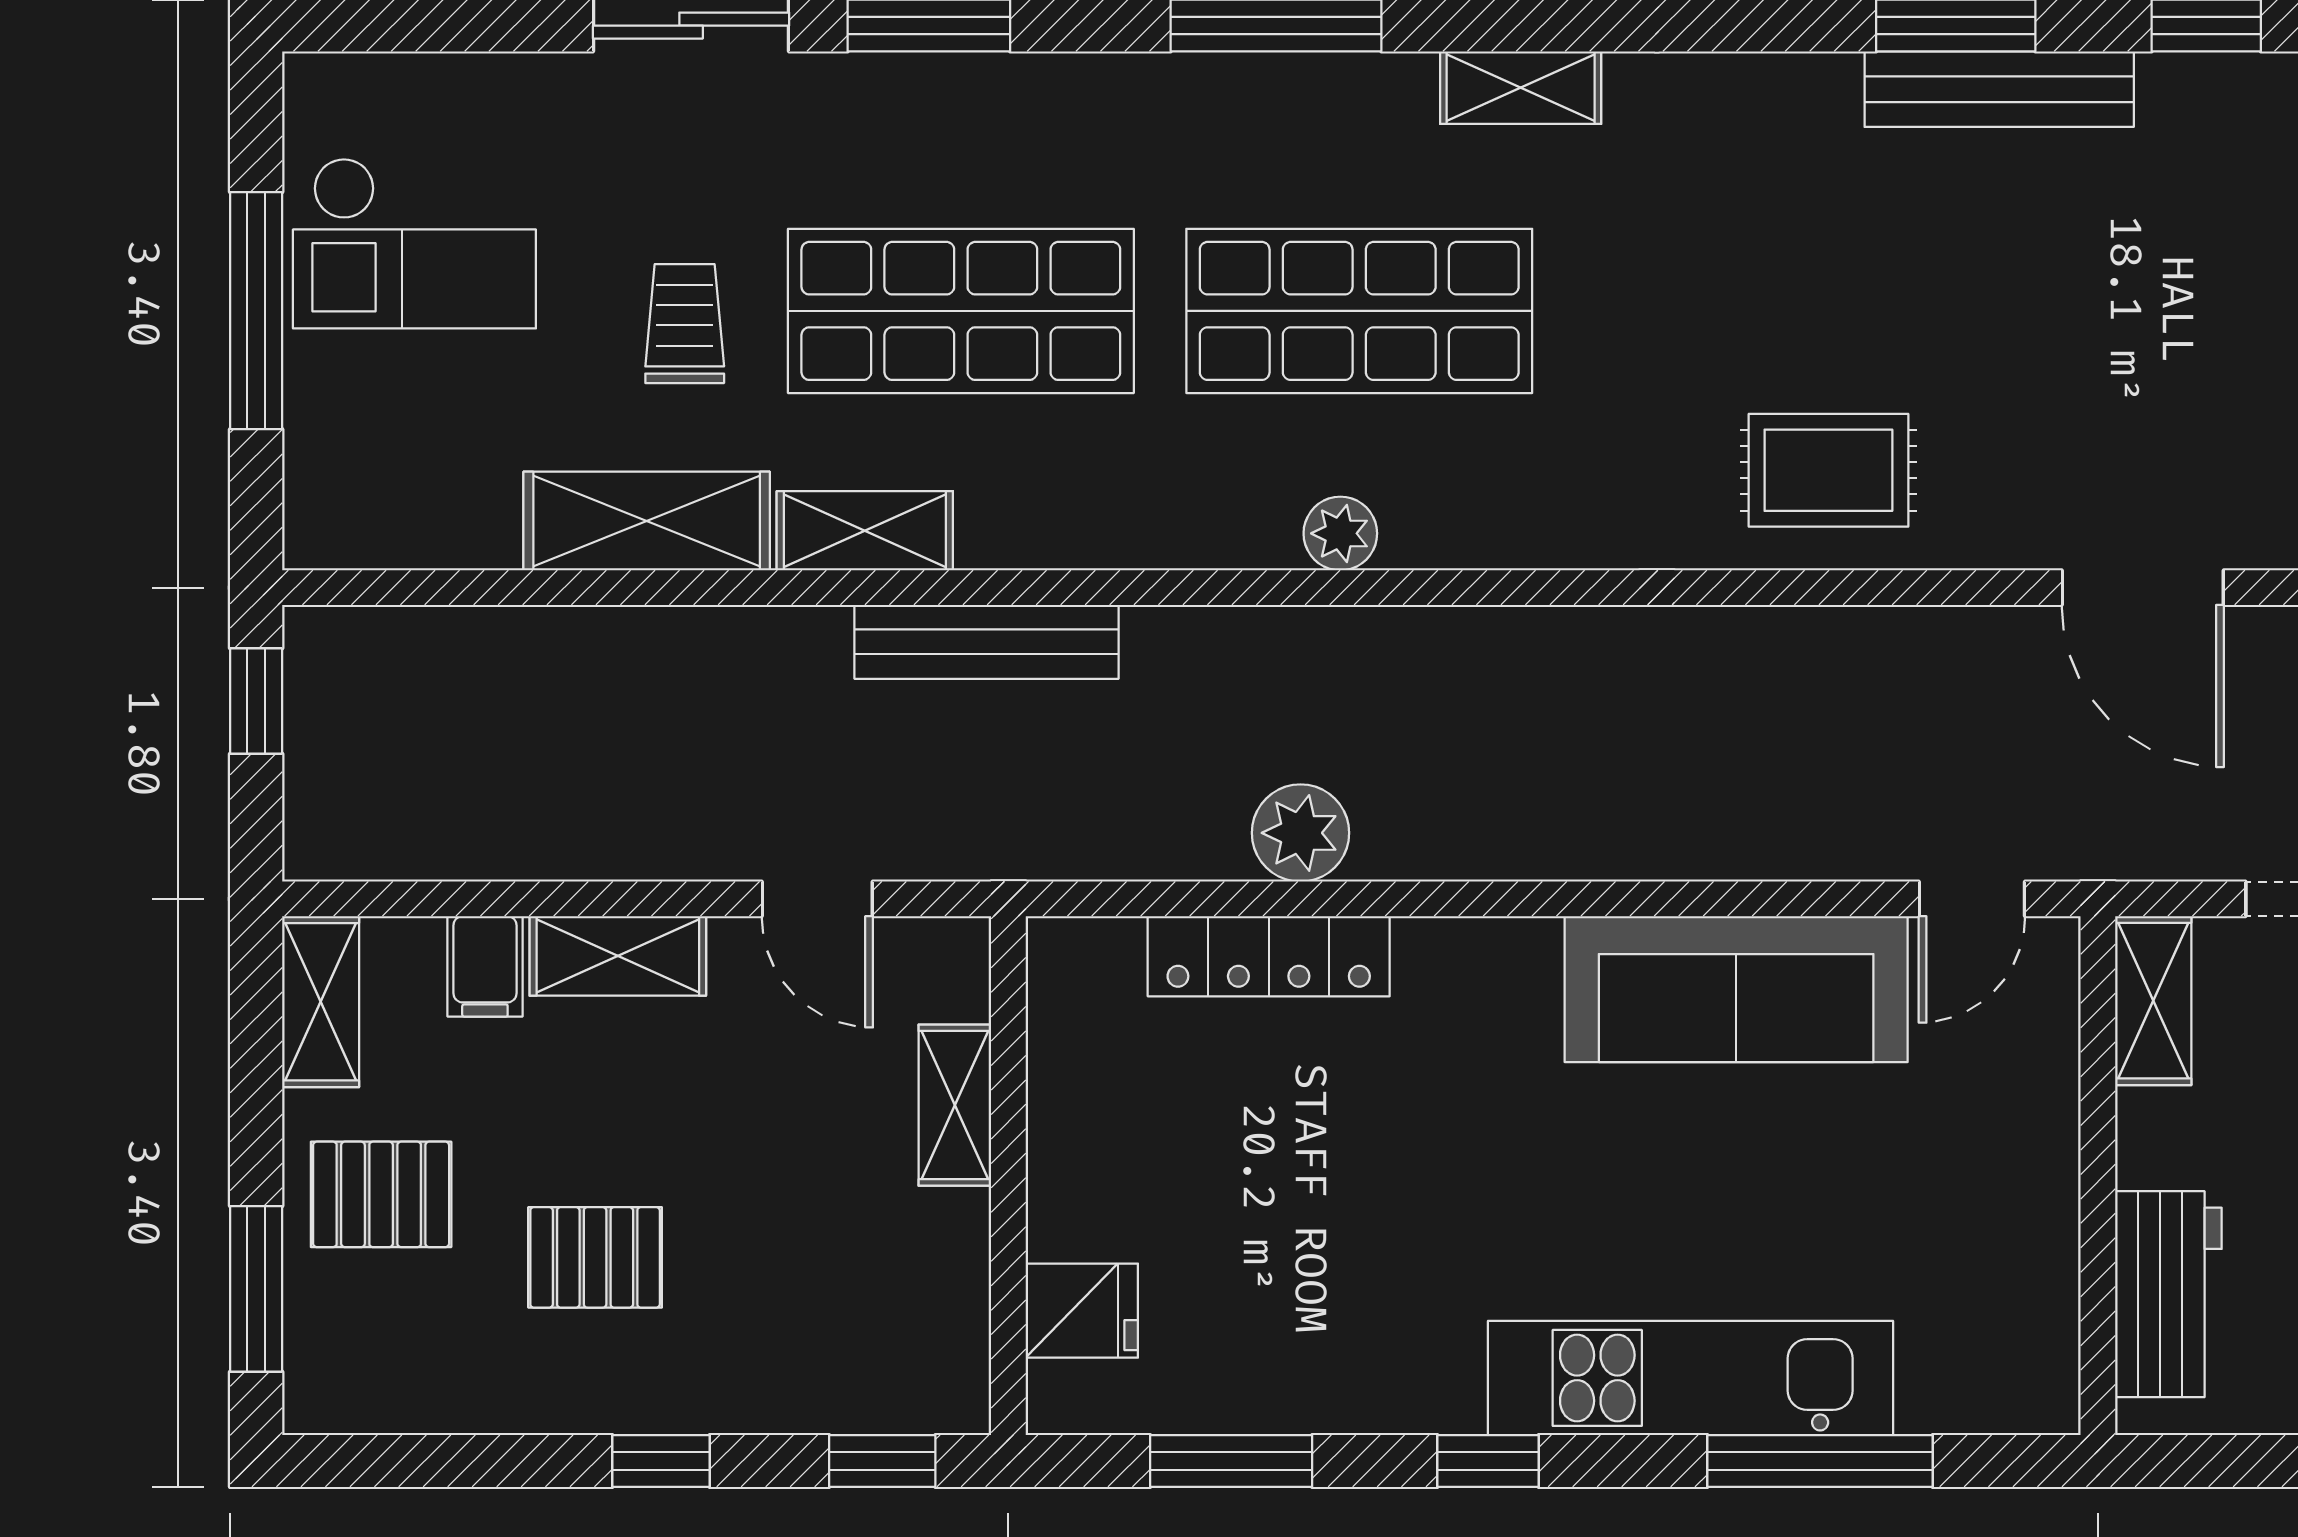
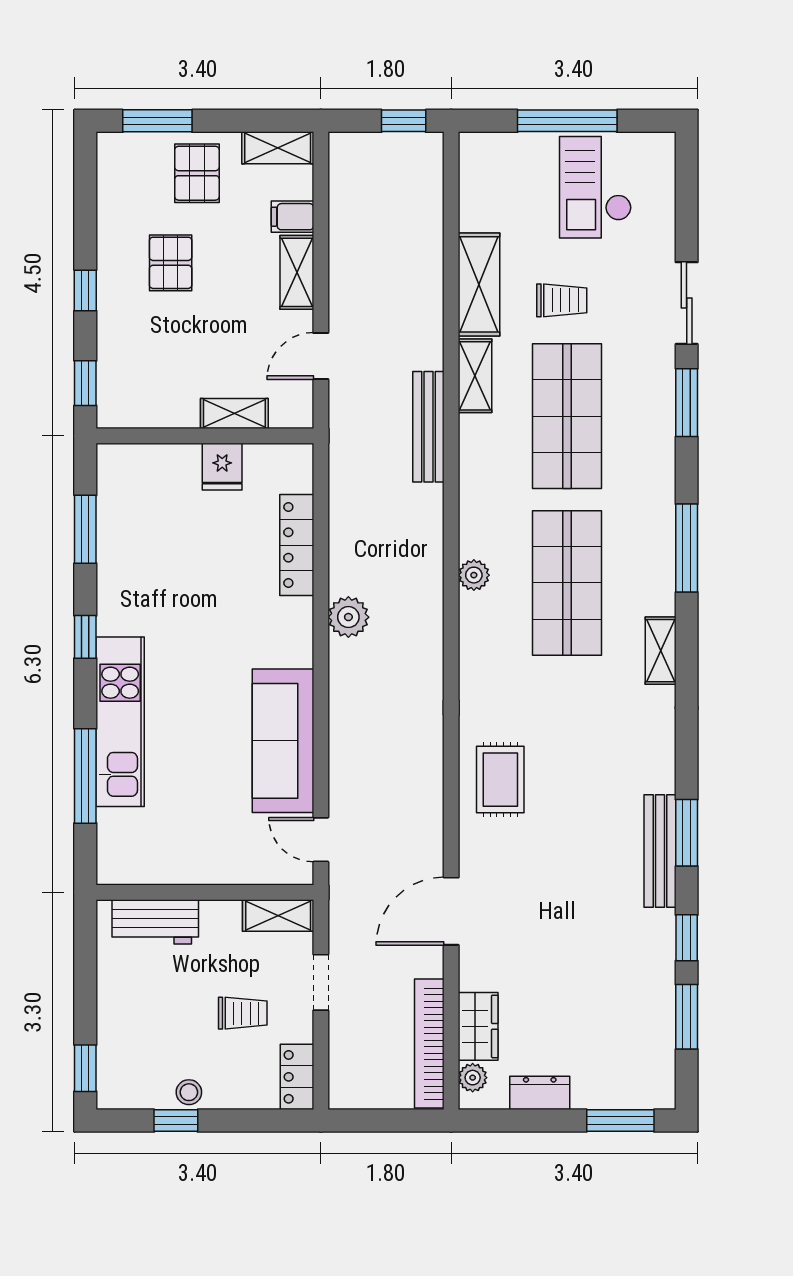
plant: (1301, 833) -> (348, 617), moved
fridge: (1082, 1311) -> (222, 467), moved

